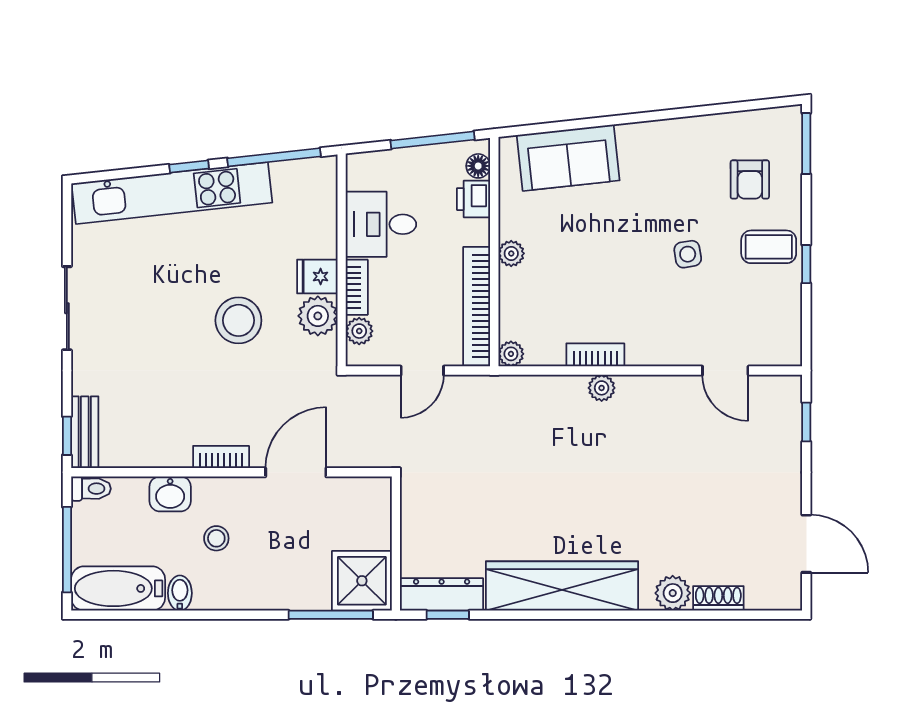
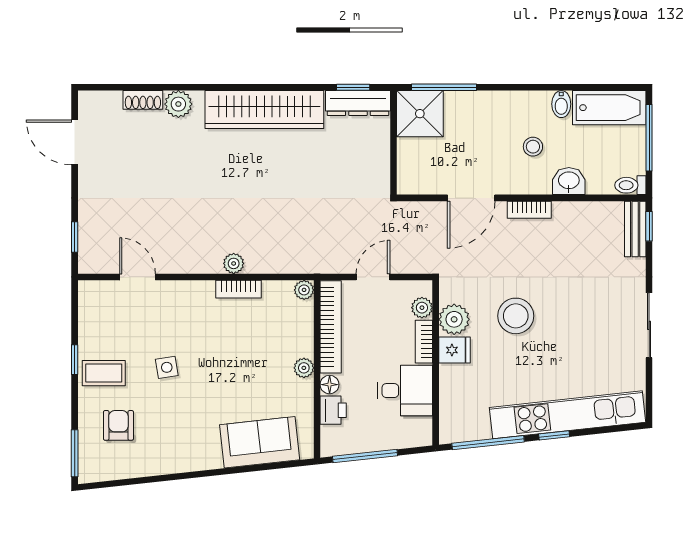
floor lamp: (478, 166) -> (330, 385), moved

